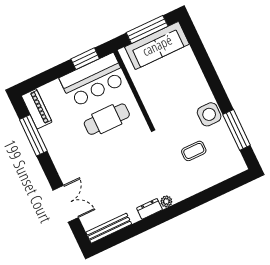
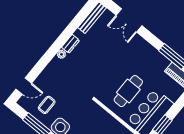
coffee table: (194, 151) -> (47, 105), moved
door: (230, 185) -> (24, 86), added

